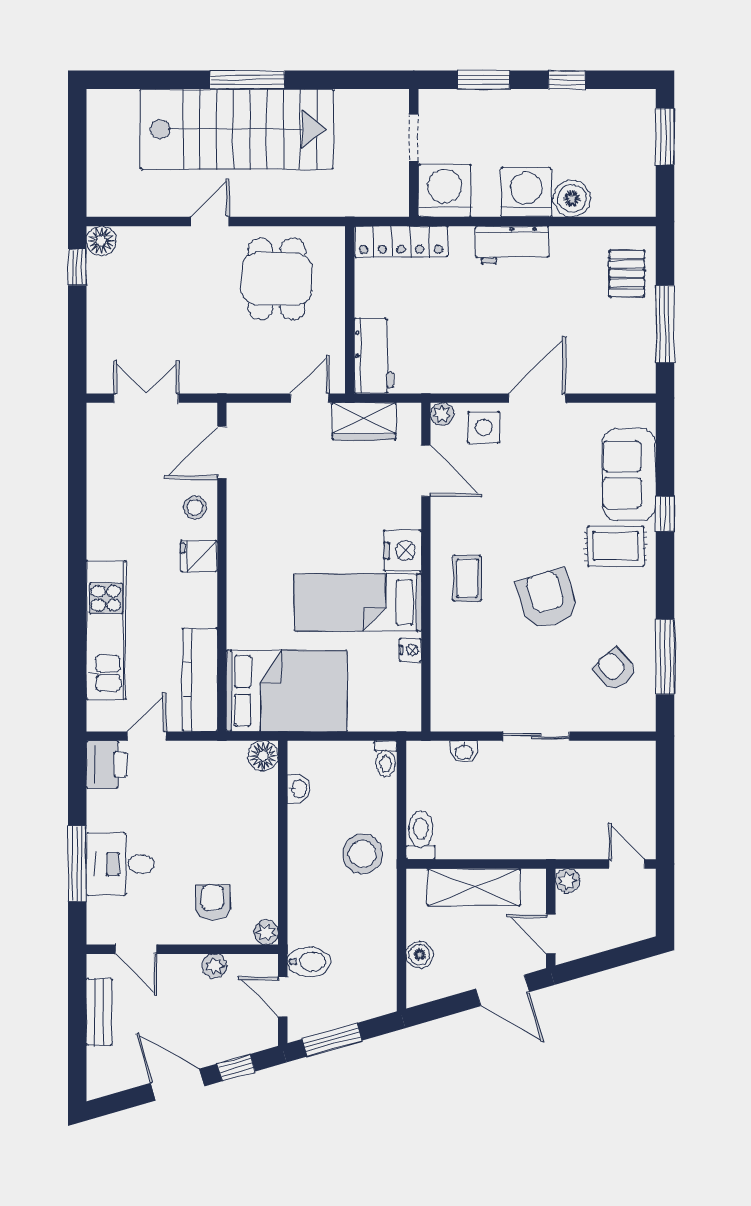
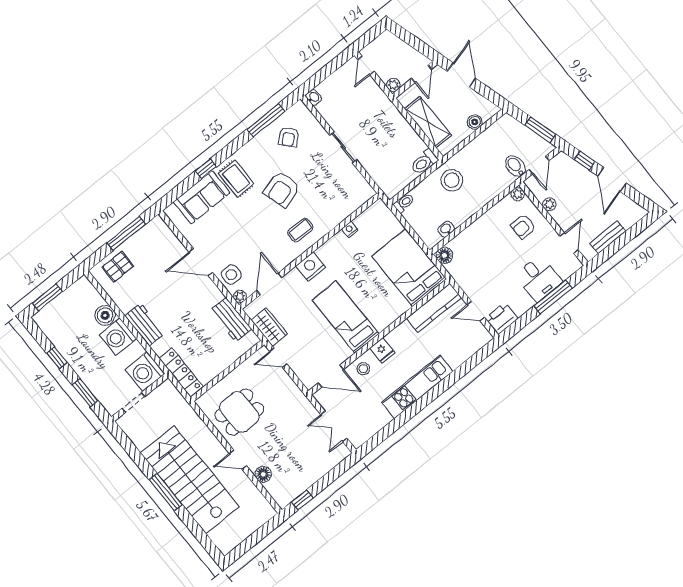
floor lamp: (101, 241) -> (263, 474), moved
workbench: (374, 356) -> (231, 320), moved, turned -90
bed: (358, 602) -> (345, 317), moved, turned 180
kitchen unit: (106, 630) -> (417, 387), moved
washbasin: (464, 752) -> (314, 97), moved

